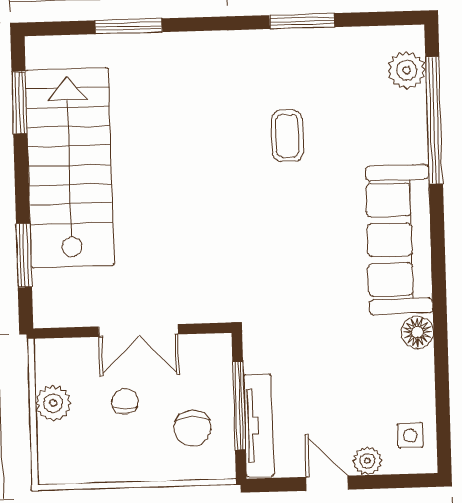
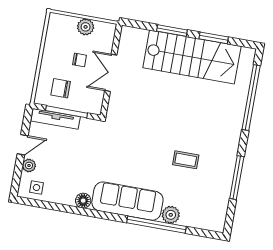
window: (302, 21) -> (237, 178), width x1.44
window: (129, 26) -> (251, 98), width x2.11
plant: (407, 70) -> (171, 215), moved
window: (19, 103) -> (214, 38), moved
window: (434, 120) -> (156, 225), moved
window: (24, 255) -> (172, 30), moved

